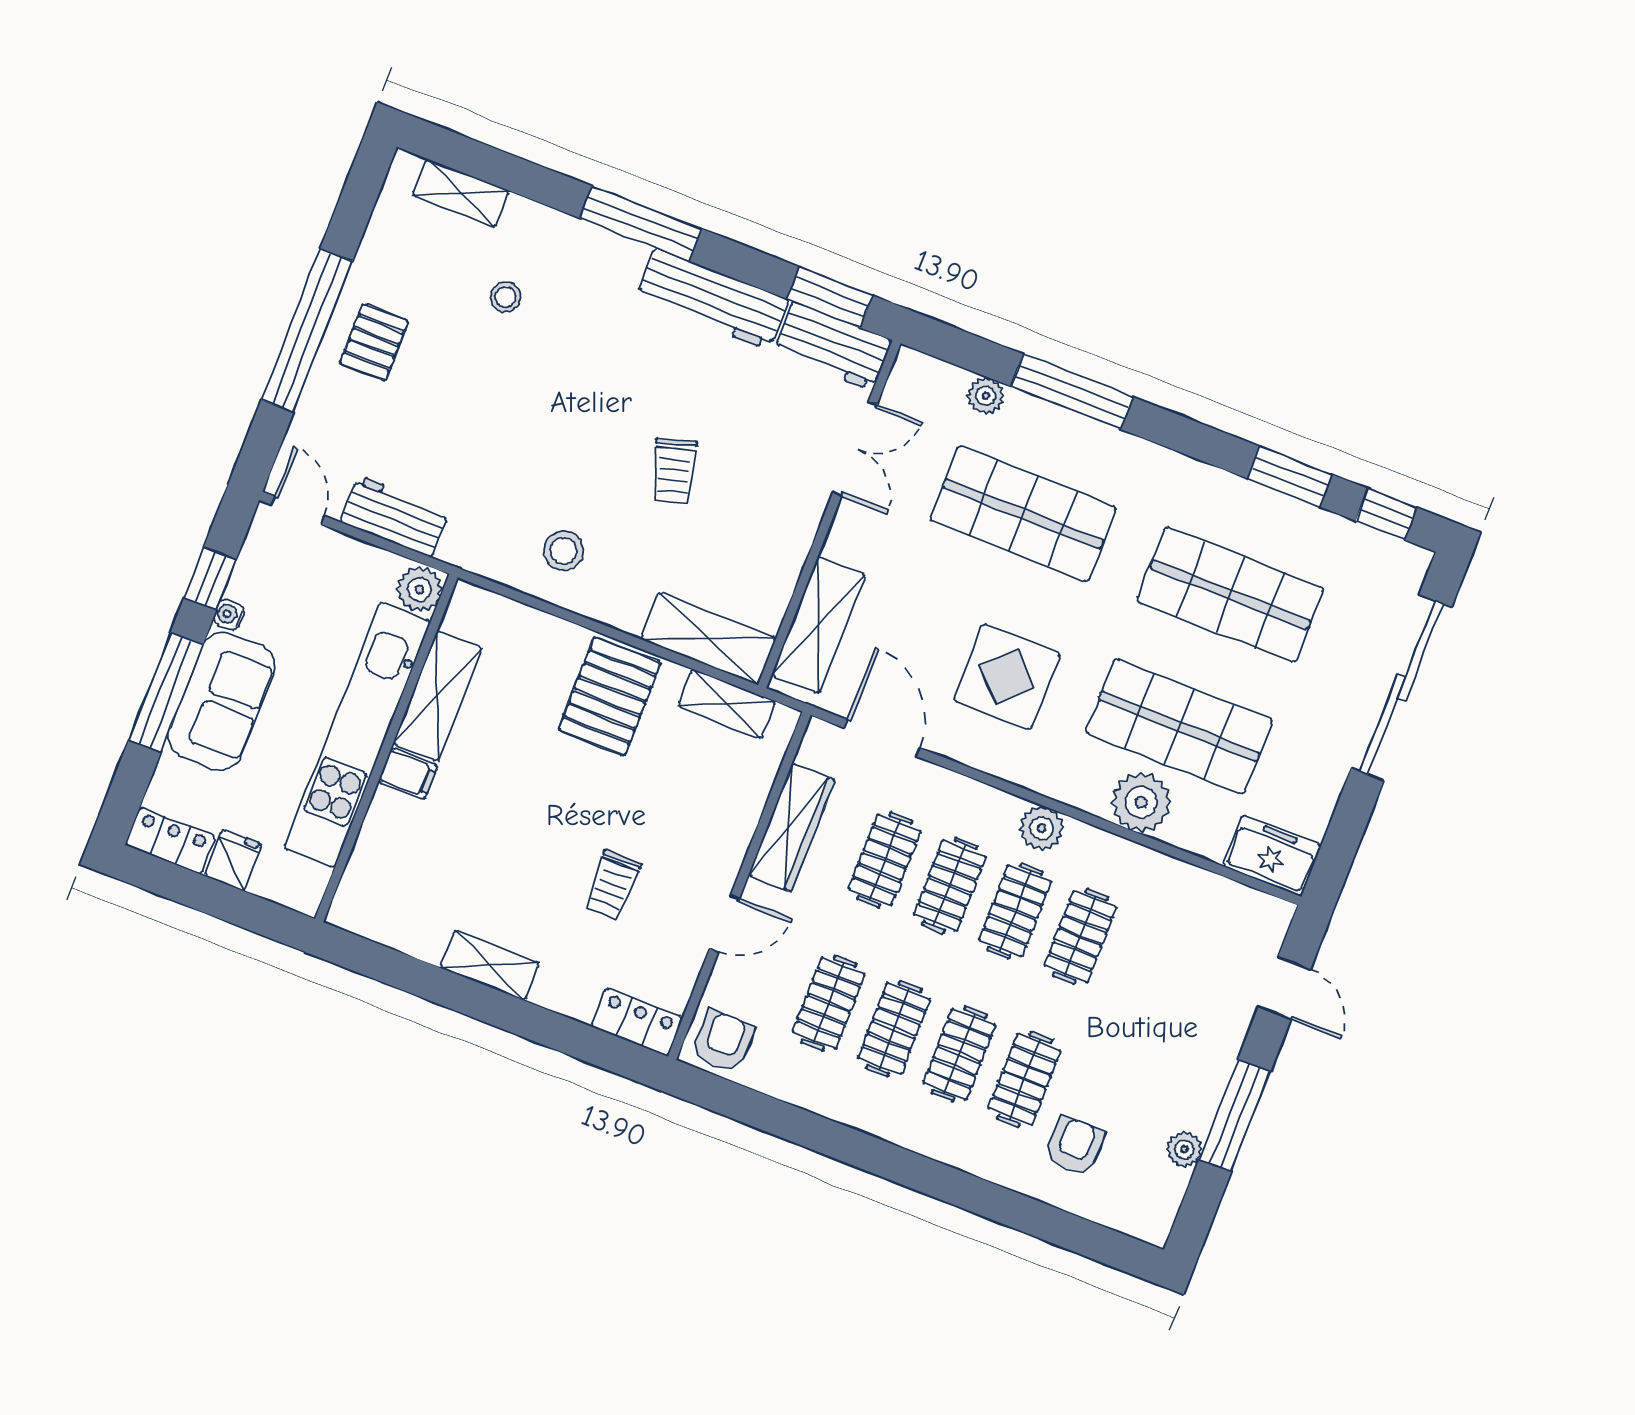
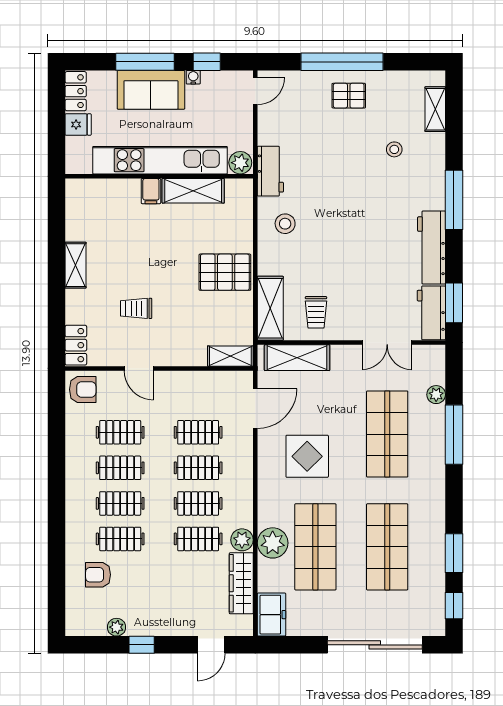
trolley: (674, 471) -> (316, 312), moved, turned -74
workbench: (395, 516) -> (270, 171), moved
shelving: (727, 704) -> (230, 356), moved, turned 90
wardrobe: (792, 828) -> (241, 583), moved, turned 90
plant: (1042, 828) -> (242, 540), moved
window: (1235, 1116) -> (142, 645), width x0.46
armchair: (1075, 1146) -> (98, 575), turned 180

